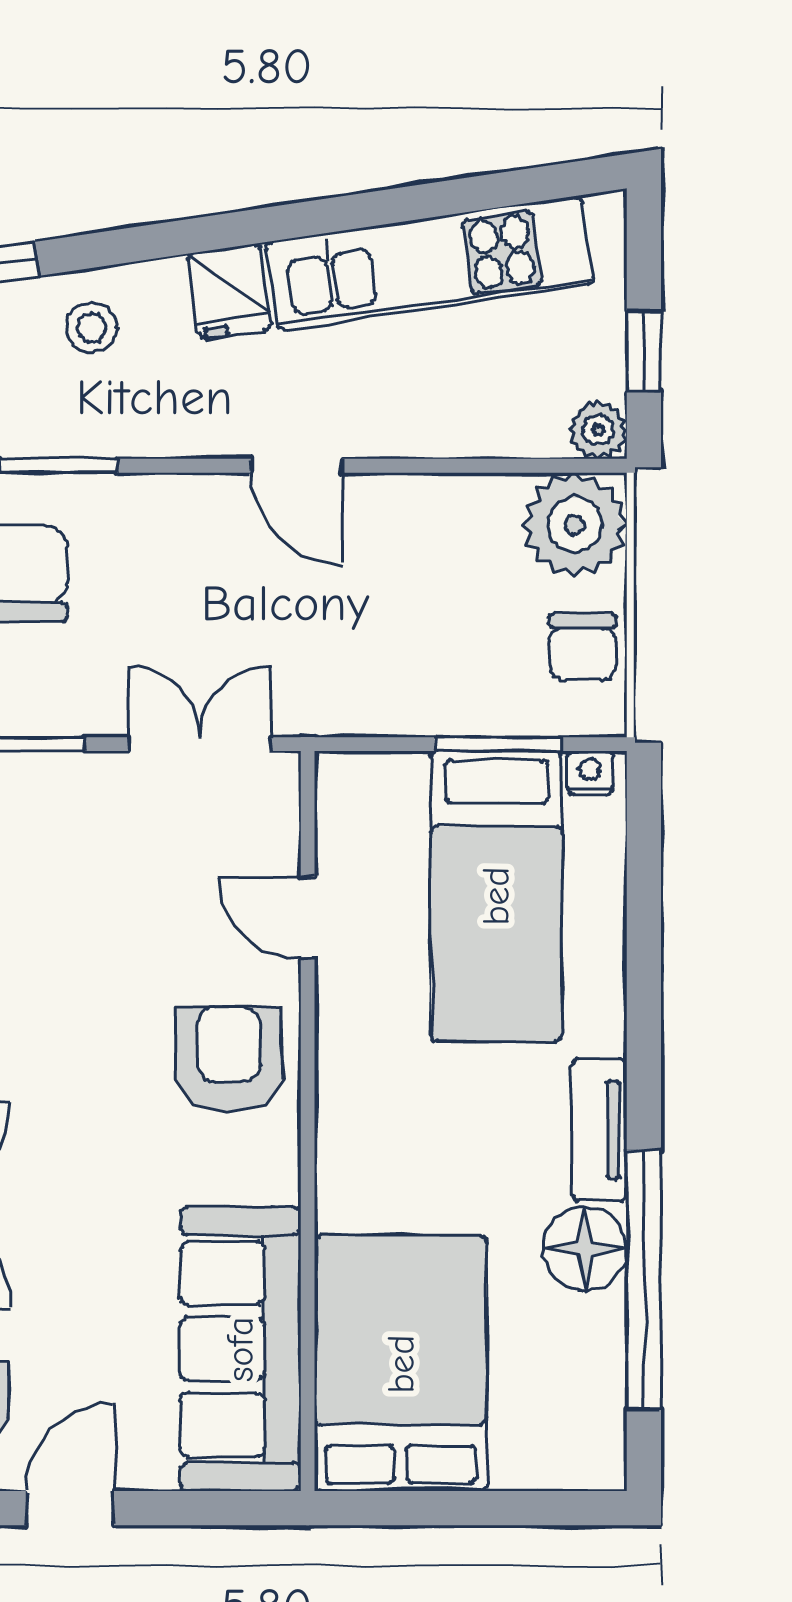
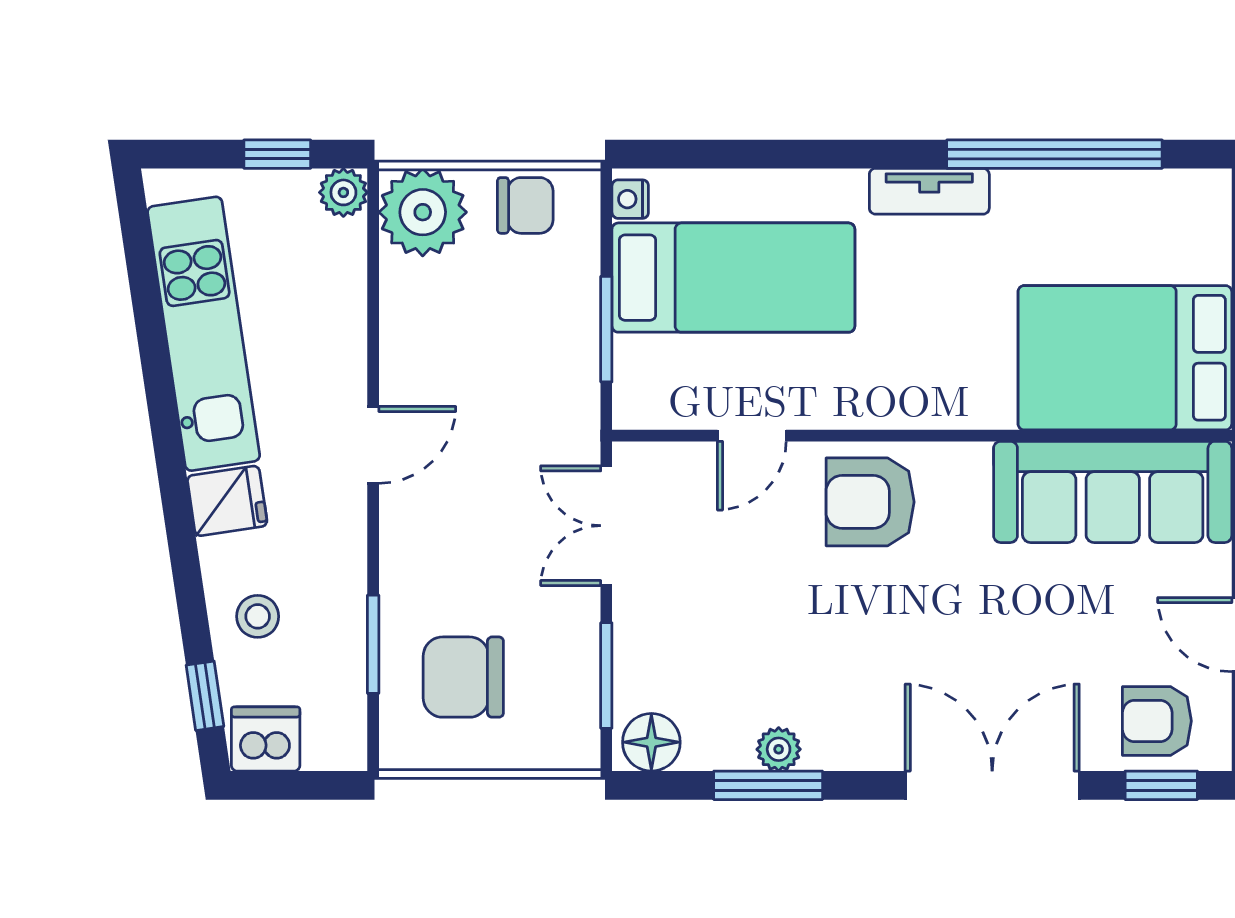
window: (497, 744) -> (606, 329), moved
floor lamp: (585, 1249) -> (1029, 203), removed

